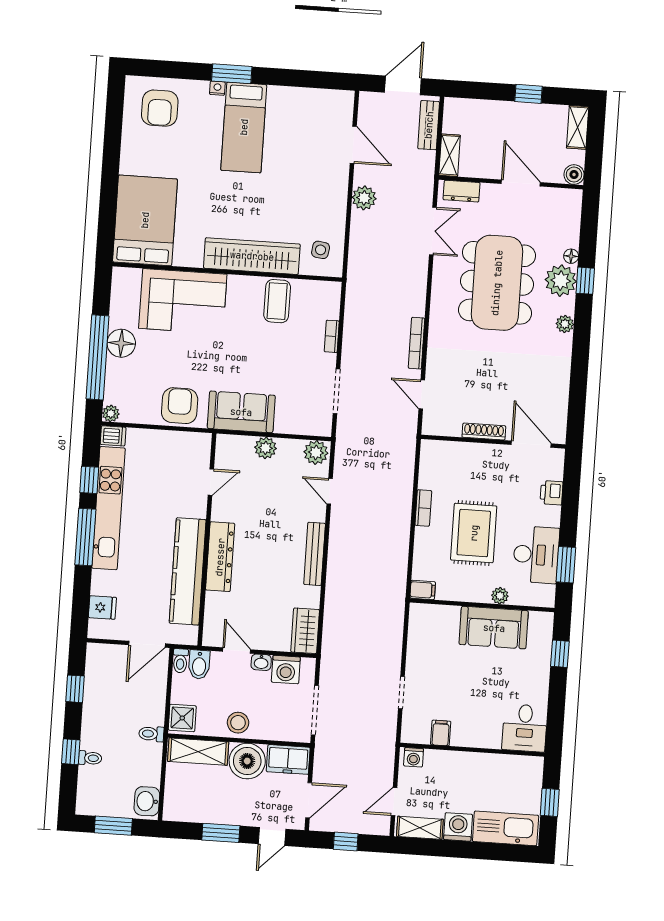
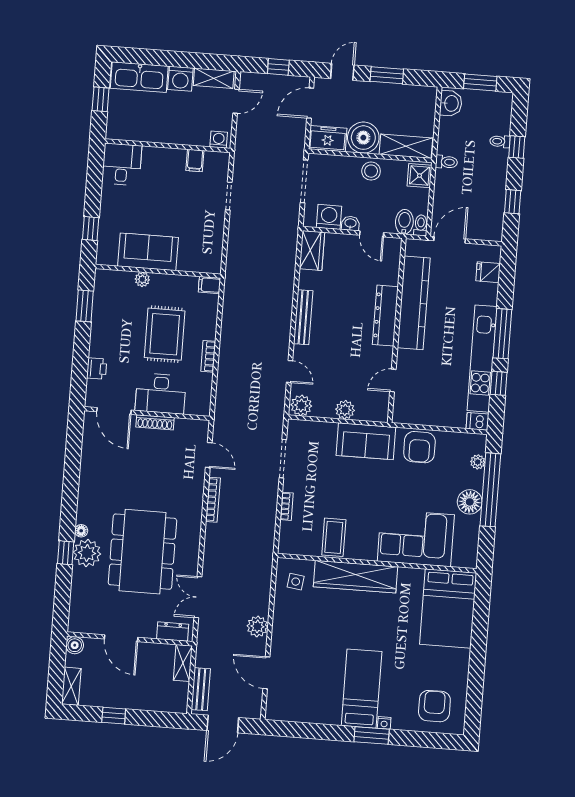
floor lamp: (571, 256) -> (81, 531), moved
plant: (565, 324) -> (84, 515), removed
plant: (111, 413) -> (478, 462), moved
desk: (536, 555) -> (161, 394), moved, turned -90

